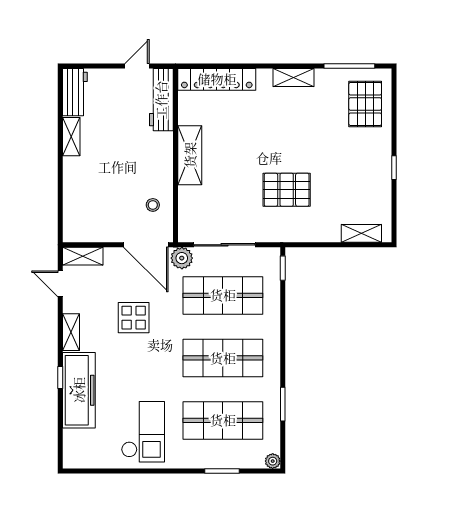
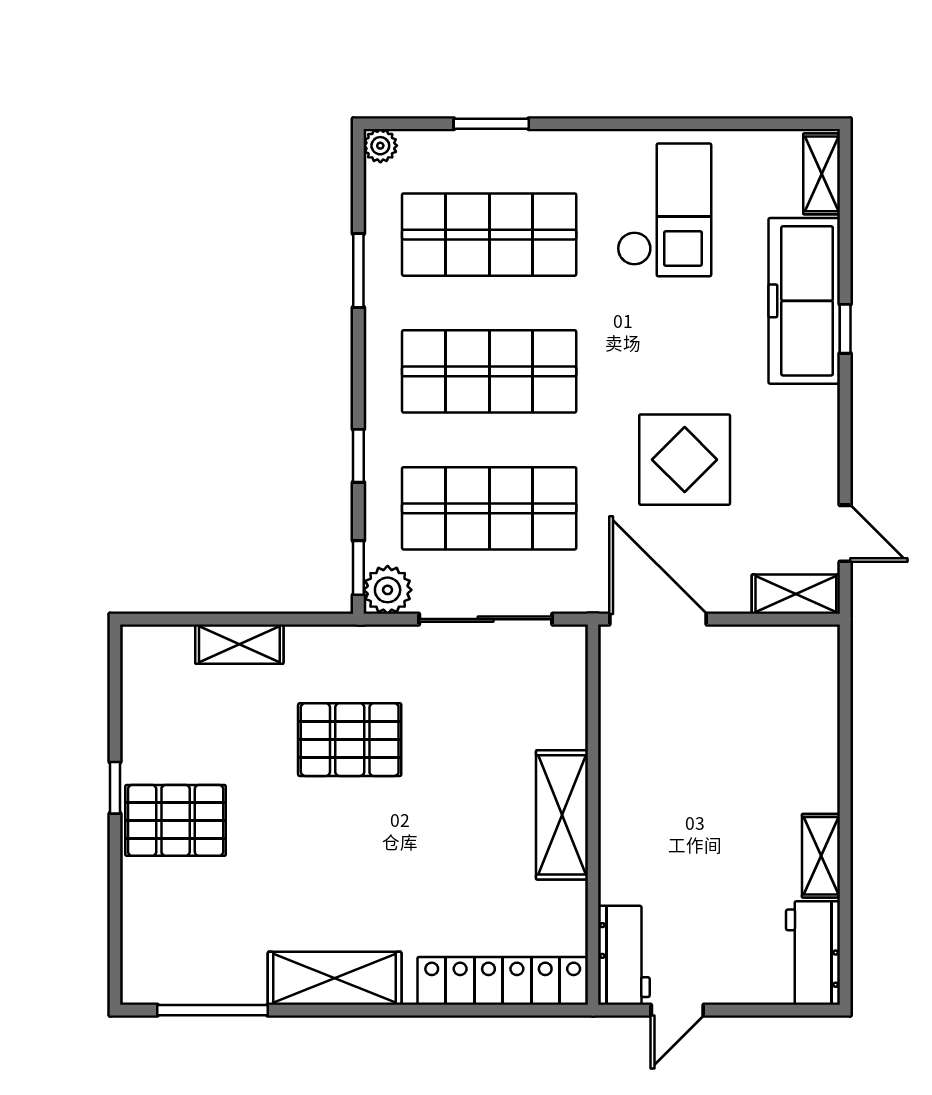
shelving: (294, 78) -> (335, 978), width x1.50, depth x1.33
workbench: (161, 100) -> (624, 955), width x0.73
pallet: (365, 104) -> (176, 820), moved, turned 90
stool: (153, 205) -> (643, 706), removed
shelving: (361, 233) -> (239, 644), moved
plant: (182, 258) -> (388, 590), moved
display table: (134, 318) -> (685, 460), width x1.36, depth x1.36
window: (283, 319) -> (358, 456), added
shelving: (71, 332) -> (822, 174), moved
checkout: (143, 432) -> (664, 210), turned 180

